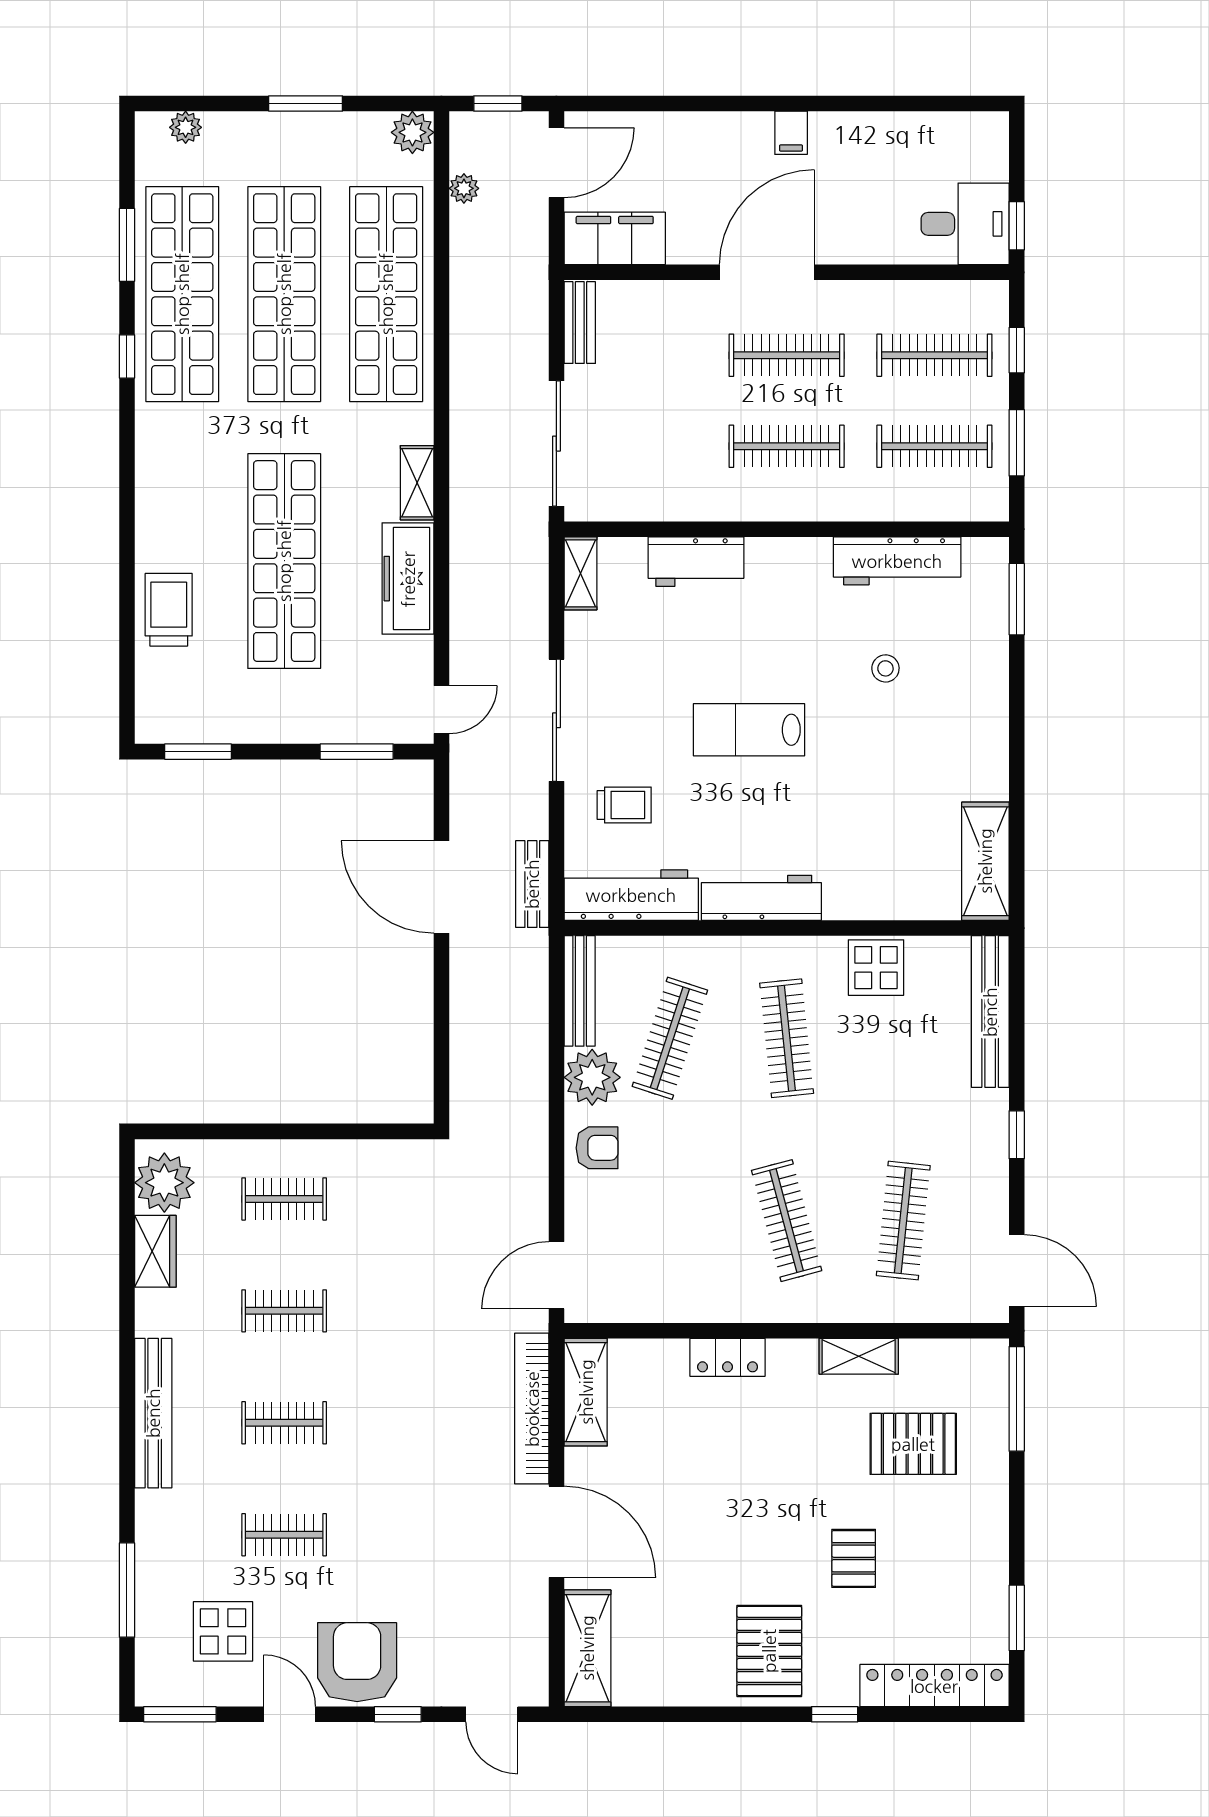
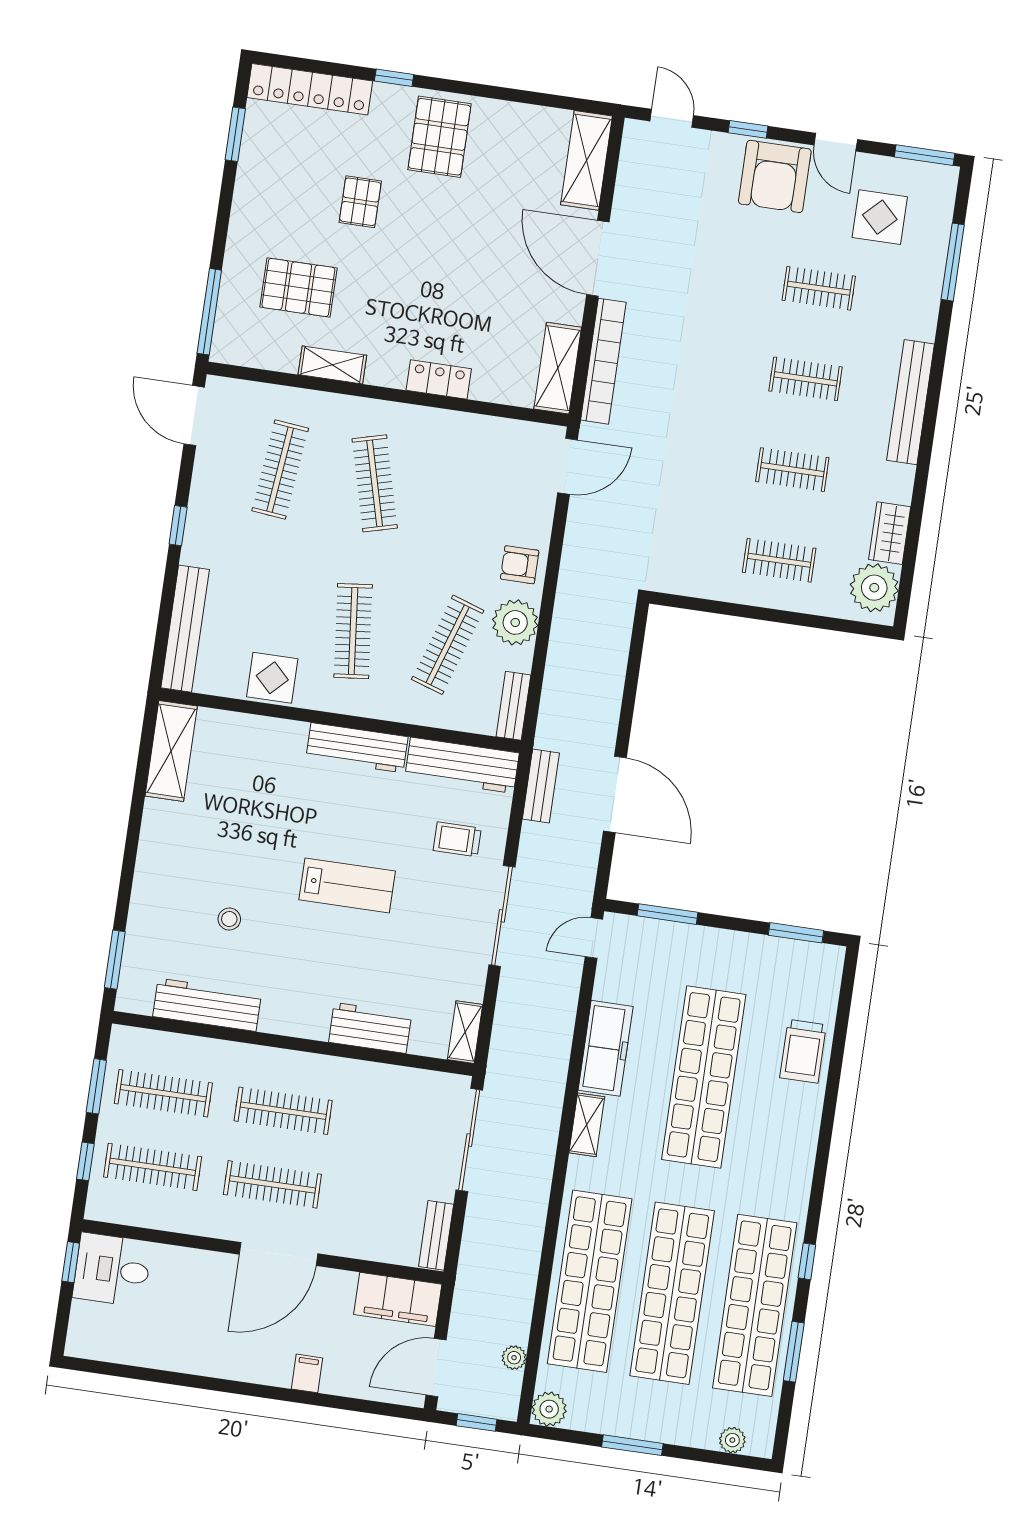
filing cabinet: (791, 133) -> (307, 1373), moved
bench: (580, 991) -> (513, 706), width x0.73

